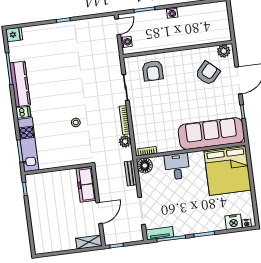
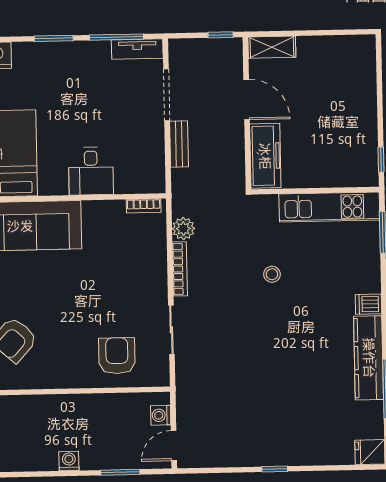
kitchen unit: (28, 145) -> (329, 207), moved, turned -90
floor lamp: (145, 166) -> (151, 179), removed
bench: (131, 173) -> (179, 144), moved
door: (99, 213) -> (247, 99), swing flipped

